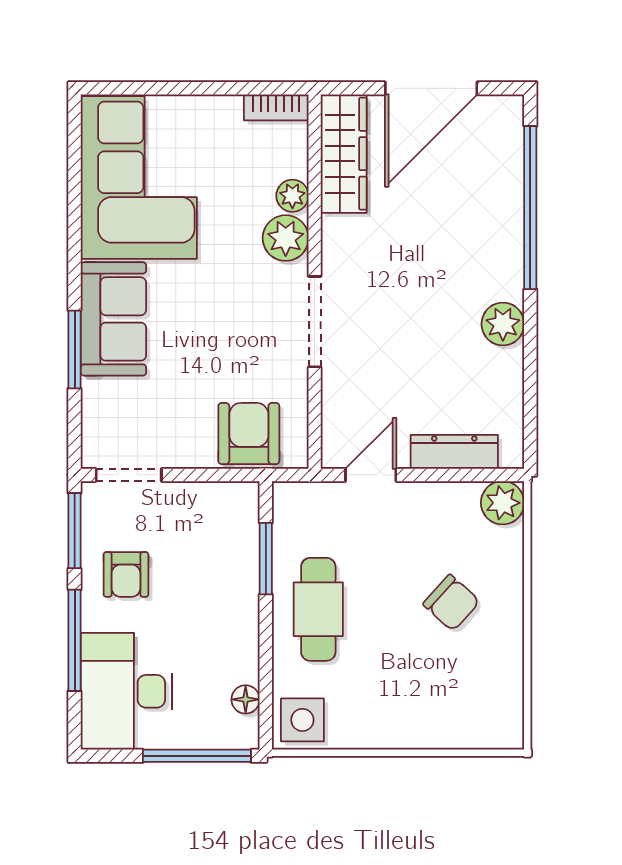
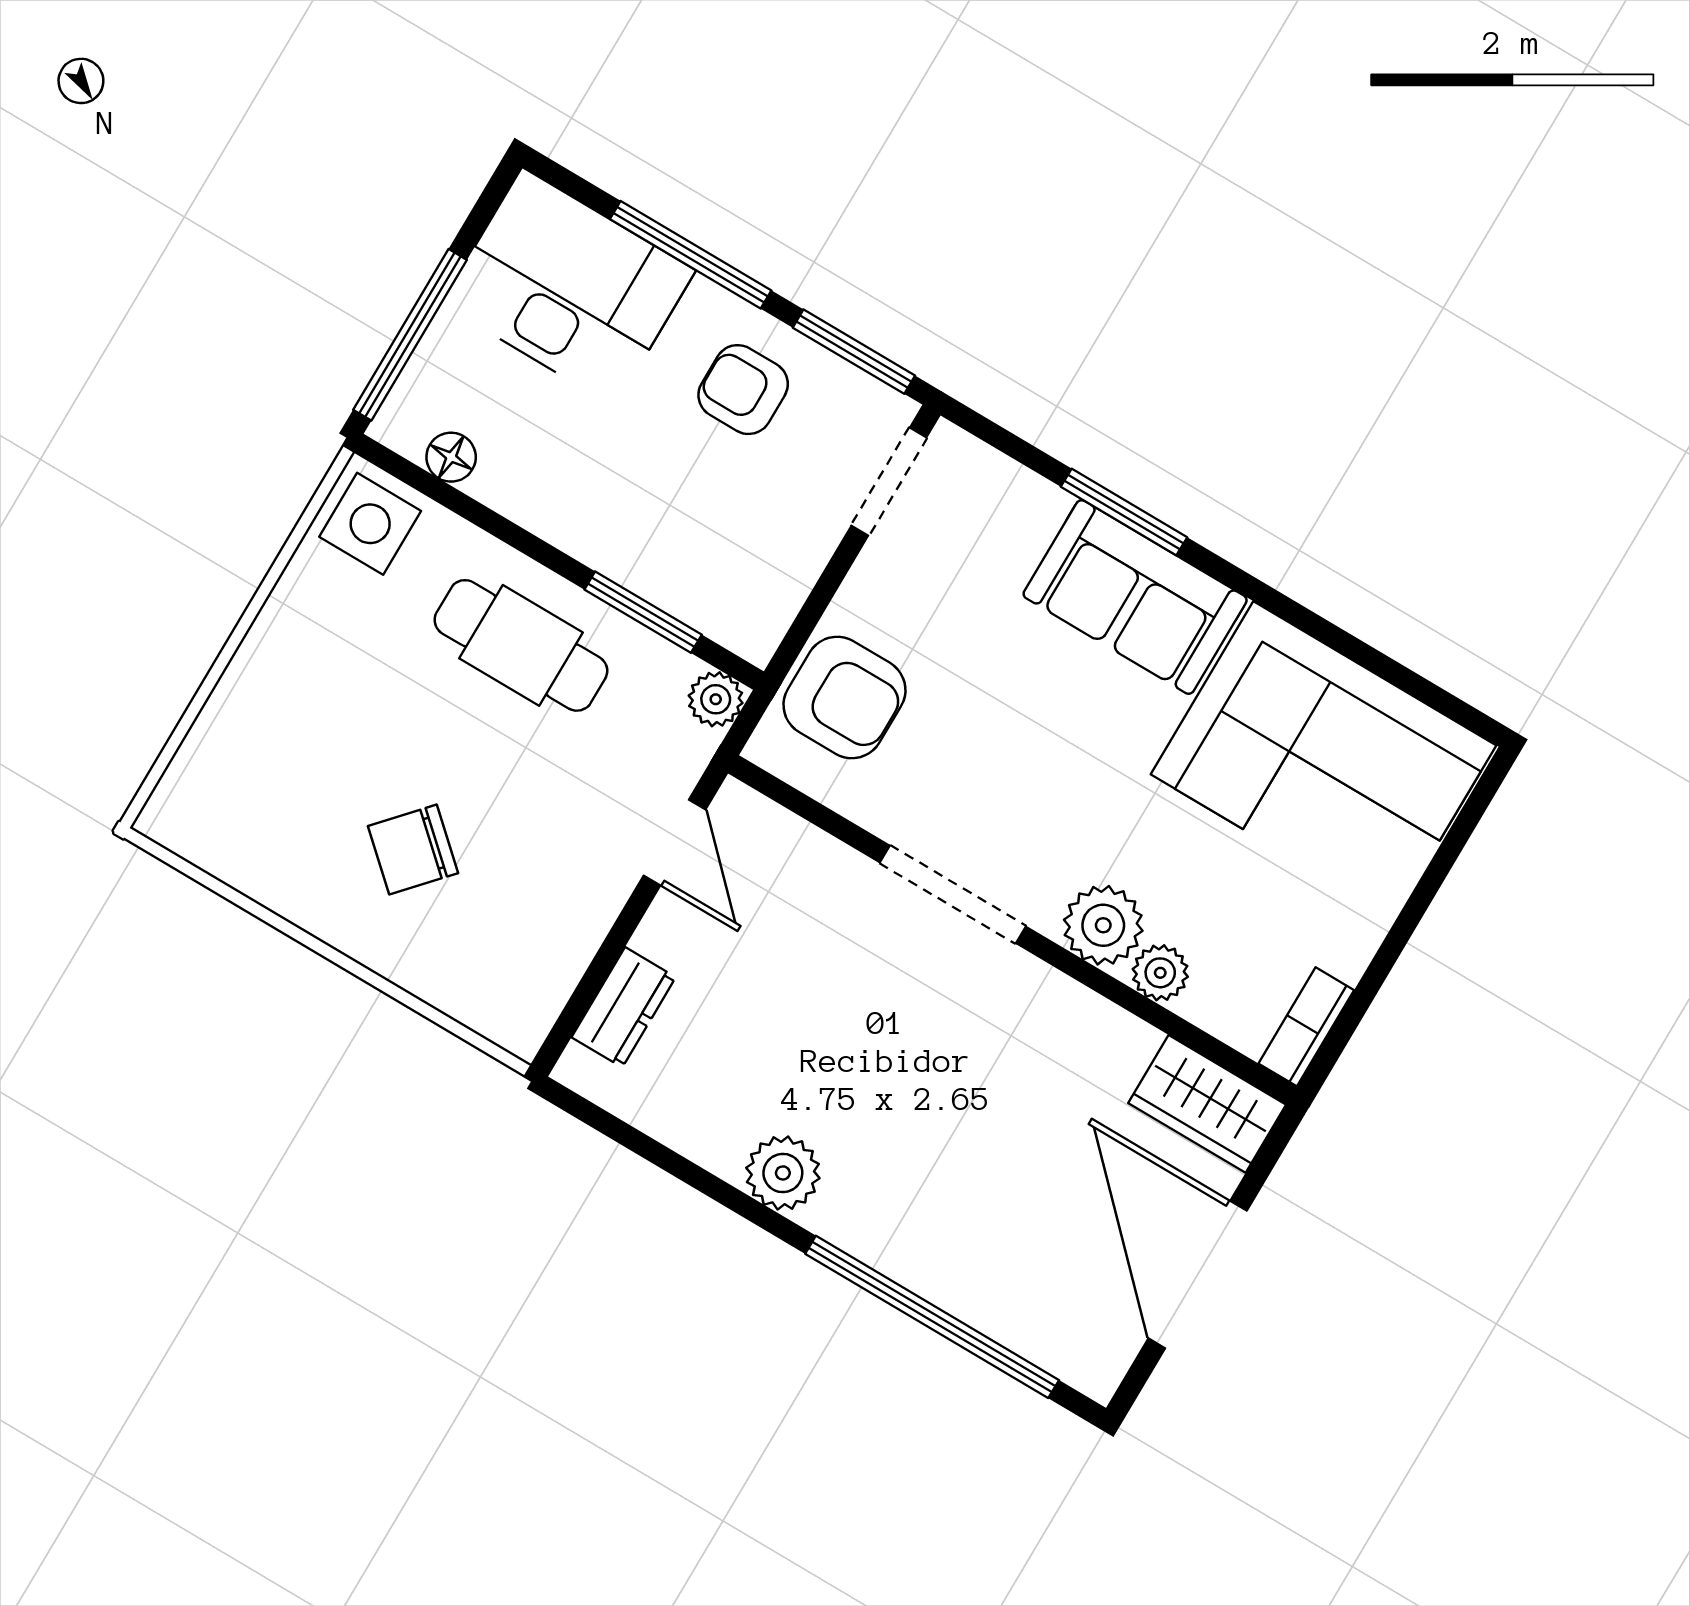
wardrobe: (344, 154) -> (1207, 1104), width x0.67
dresser: (454, 452) -> (624, 1007), width x0.70
plant: (503, 503) -> (716, 699), moved, width x0.73, depth x0.73

